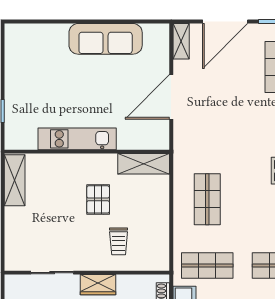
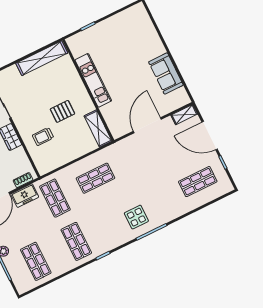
sofa: (106, 39) -> (166, 74), width x0.73
door: (171, 97) -> (147, 125), hinge flipped
shelving: (15, 180) -> (42, 58), width x1.47

